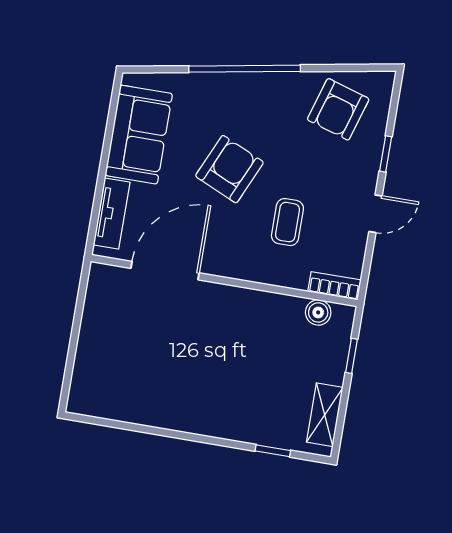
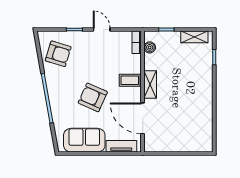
coffee table: (287, 222) -> (130, 80), moved
shelving: (237, 300) -> (150, 84), added

